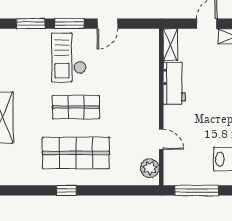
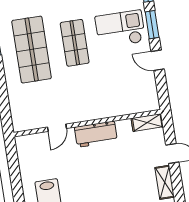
workbench: (174, 83) -> (96, 134), moved
plant: (150, 168) -> (28, 121), removed
window: (197, 190) -> (14, 169), removed

